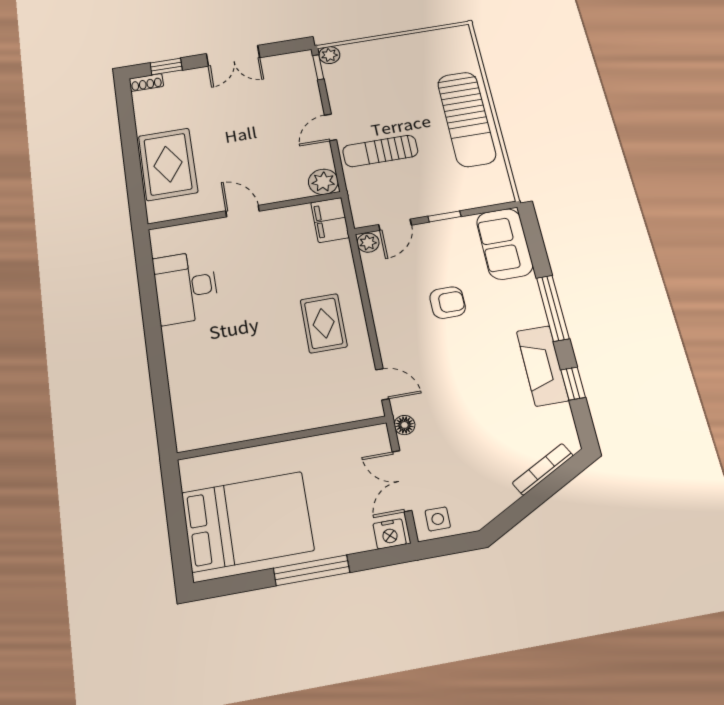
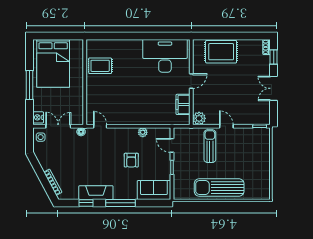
plant: (329, 55) -> (265, 132), removed
filing cabinet: (330, 220) -> (183, 104), moved, turned -90
plant: (368, 243) -> (143, 132), moved
desk: (186, 287) -> (165, 56), width x1.36, depth x1.30
rug: (324, 323) -> (100, 66), moved
door: (382, 384) -> (100, 126), swing flipped

